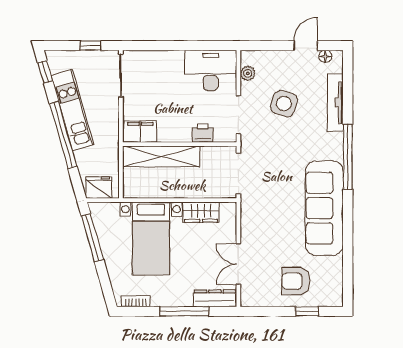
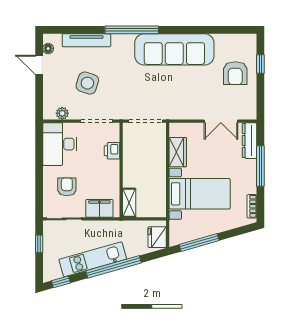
armchair: (159, 79) -> (67, 187), added
filing cabinet: (140, 131) -> (99, 208), moved, turned 90
shelving: (161, 156) -> (129, 203), width x0.45, depth x0.75

